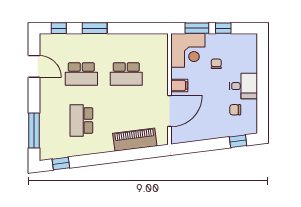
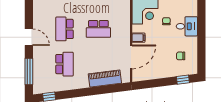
door: (34, 66) -> (29, 37), moved
school desk: (81, 74) -> (65, 29), turned 90
desk: (243, 86) -> (187, 26), moved
school desk: (81, 121) -> (65, 64), turned 180

